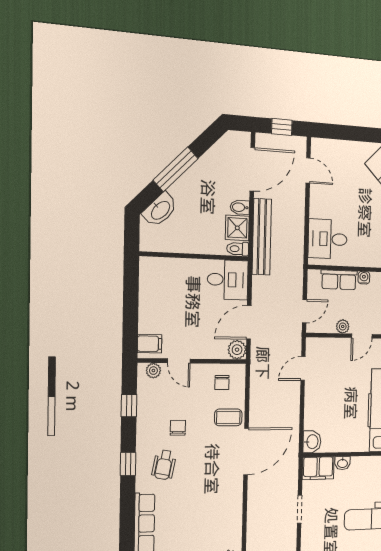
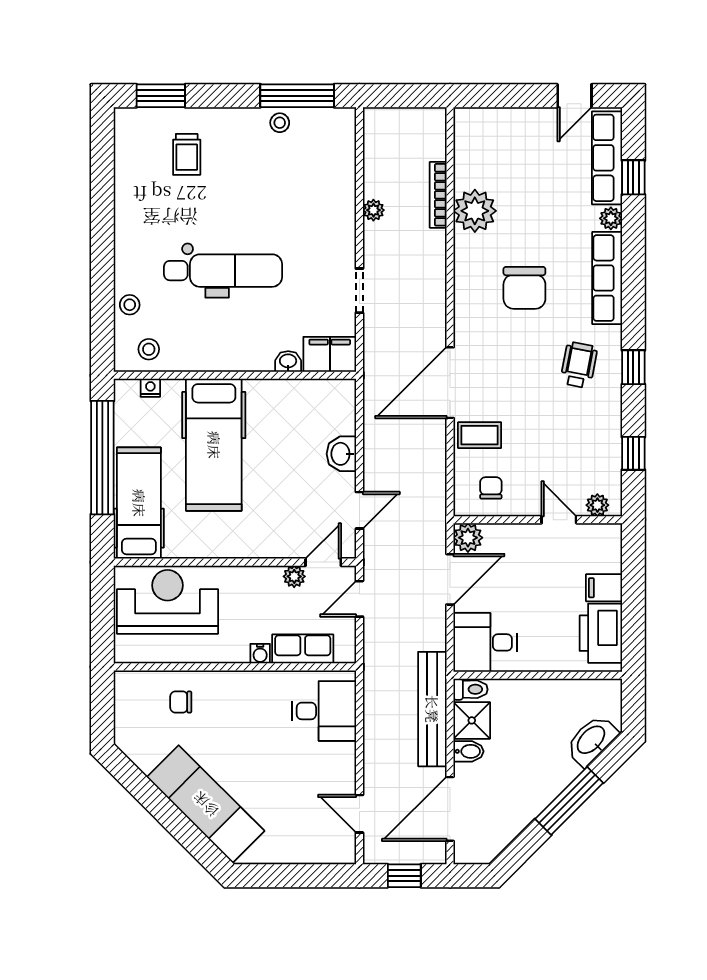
printer: (153, 283) -> (601, 633), added
door: (362, 336) -> (323, 562), moved
filing cabinet: (150, 344) -> (604, 588), moved
chair: (178, 428) -> (524, 288), moved, width x1.87, depth x1.87
washbasin: (312, 442) -> (341, 454), moved

